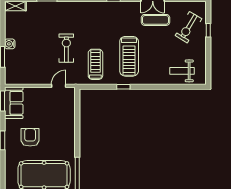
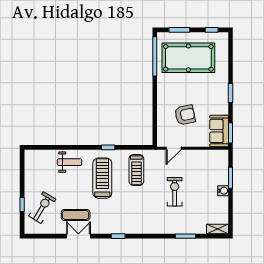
exercise bike: (66, 48) -> (175, 192), moved, turned 180
weight bench: (182, 71) -> (69, 162), moved
armchair: (30, 137) -> (185, 115), moved, turned -102

